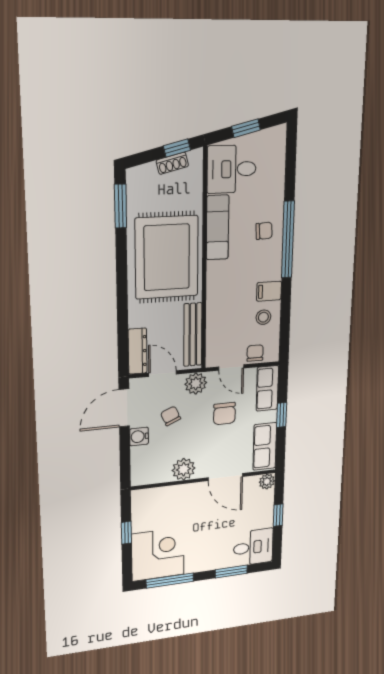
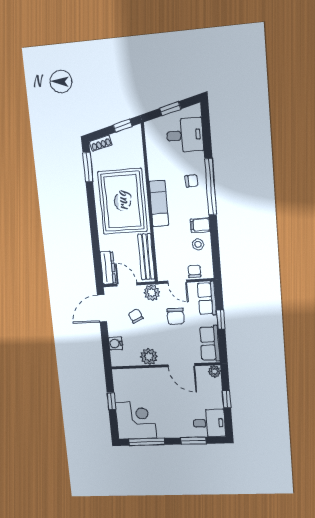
shoe rack: (172, 163) -> (101, 143), moved
desk: (232, 169) -> (185, 135), moved, turned 180
exam couch: (218, 227) -> (159, 203), moved
water cooler: (139, 437) -> (116, 343), moved

